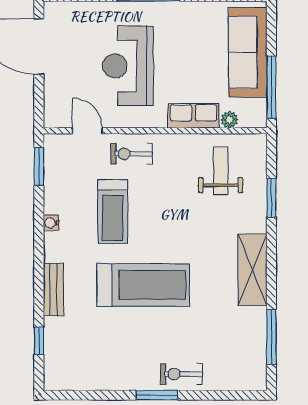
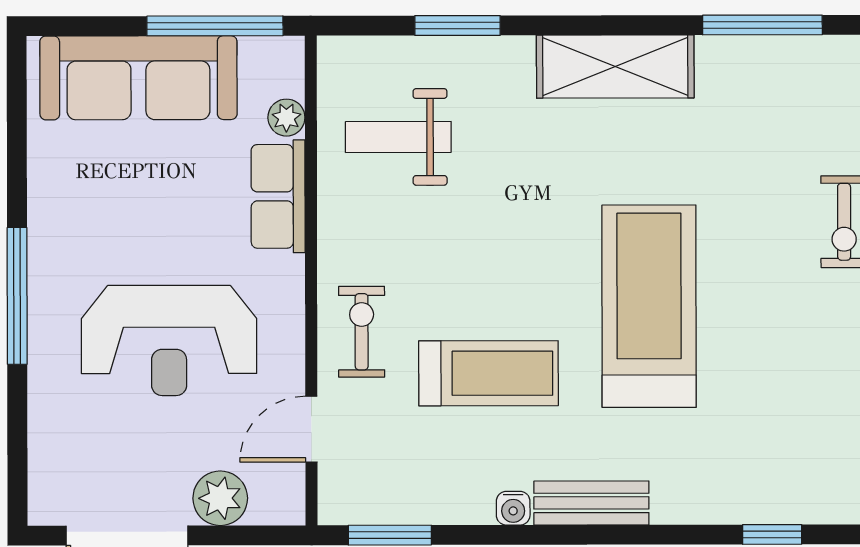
plant: (56, 89) -> (220, 498), added
exercise bike: (132, 154) -> (362, 332), turned 180
bench: (53, 289) -> (591, 503), moved

